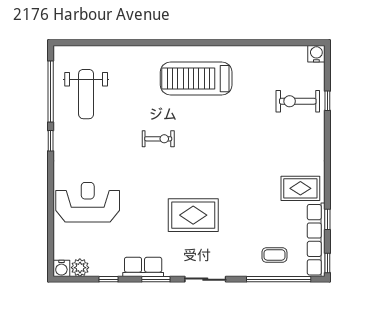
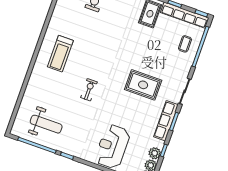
treadmill: (196, 79) -> (60, 54), width x0.73, depth x0.73
rug: (193, 215) -> (143, 85), turned 90
plant: (100, 267) -> (155, 153), added
row of seats: (143, 267) -> (166, 121), width x1.48

